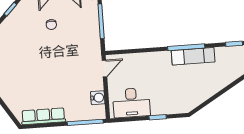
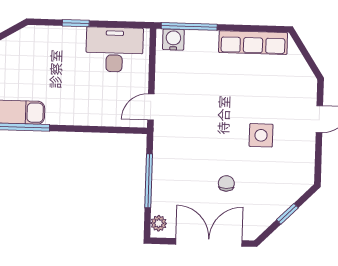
side table: (32, 58) -> (261, 135), added
water cooler: (98, 98) -> (173, 40), moved, turned 90

